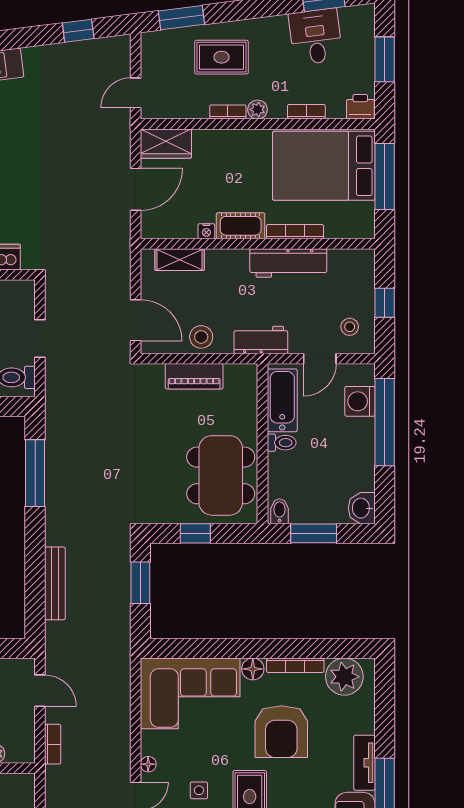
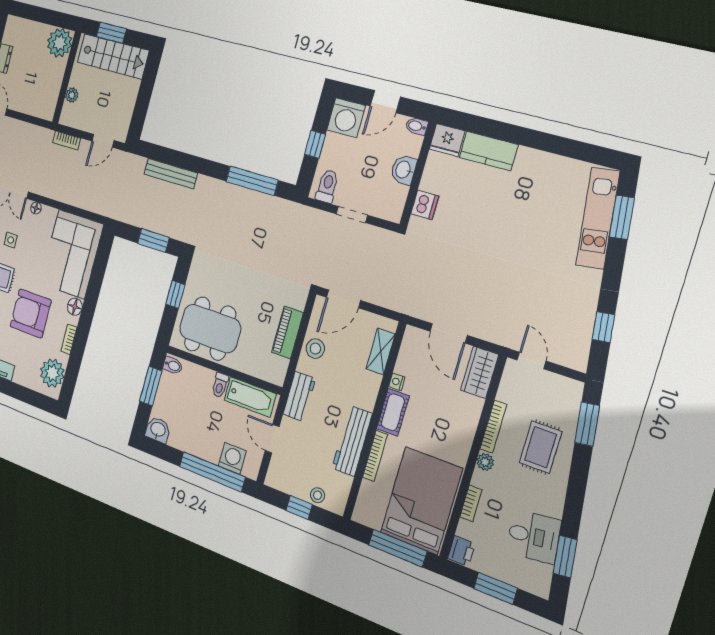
bookcase: (228, 112) -> (493, 427), width x1.56
stool: (350, 327) -> (318, 495), moved
bookcase: (295, 665) -> (69, 339), width x0.64

